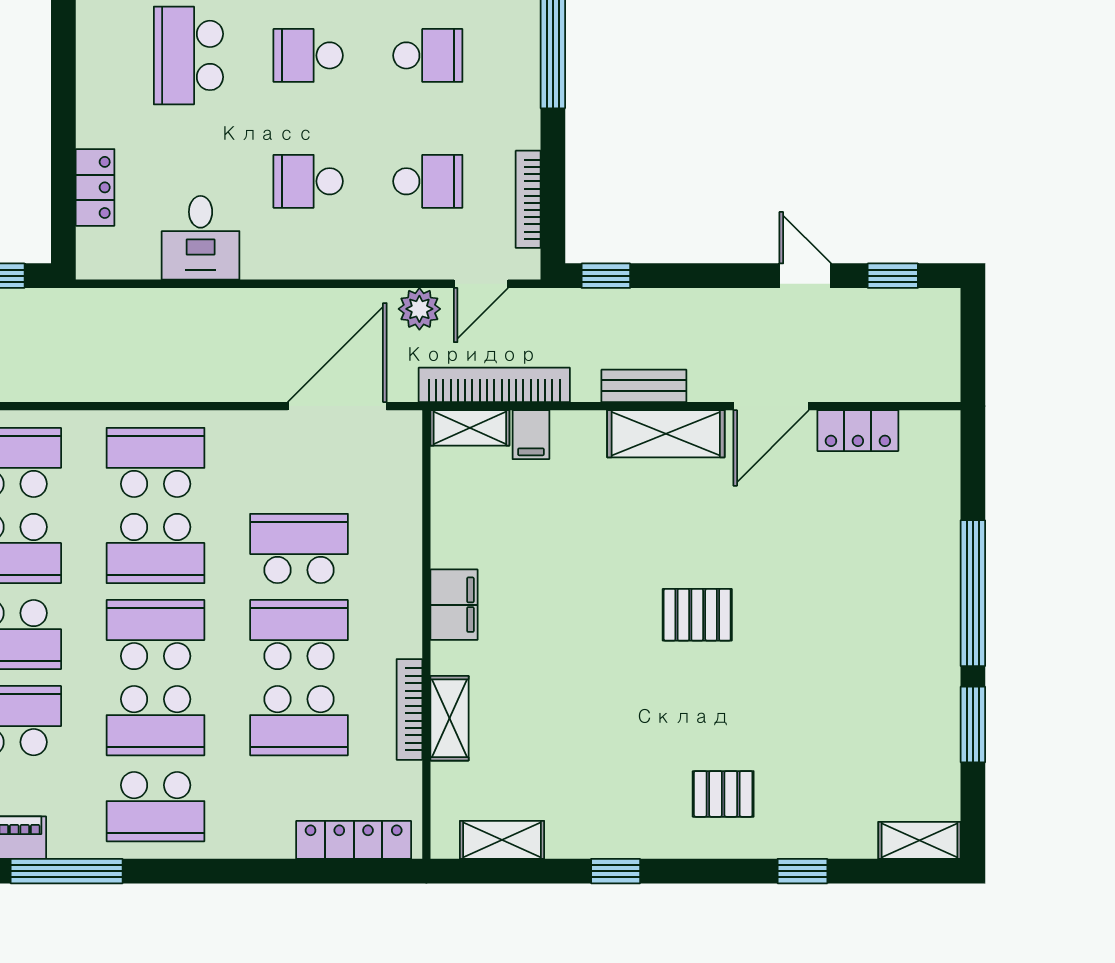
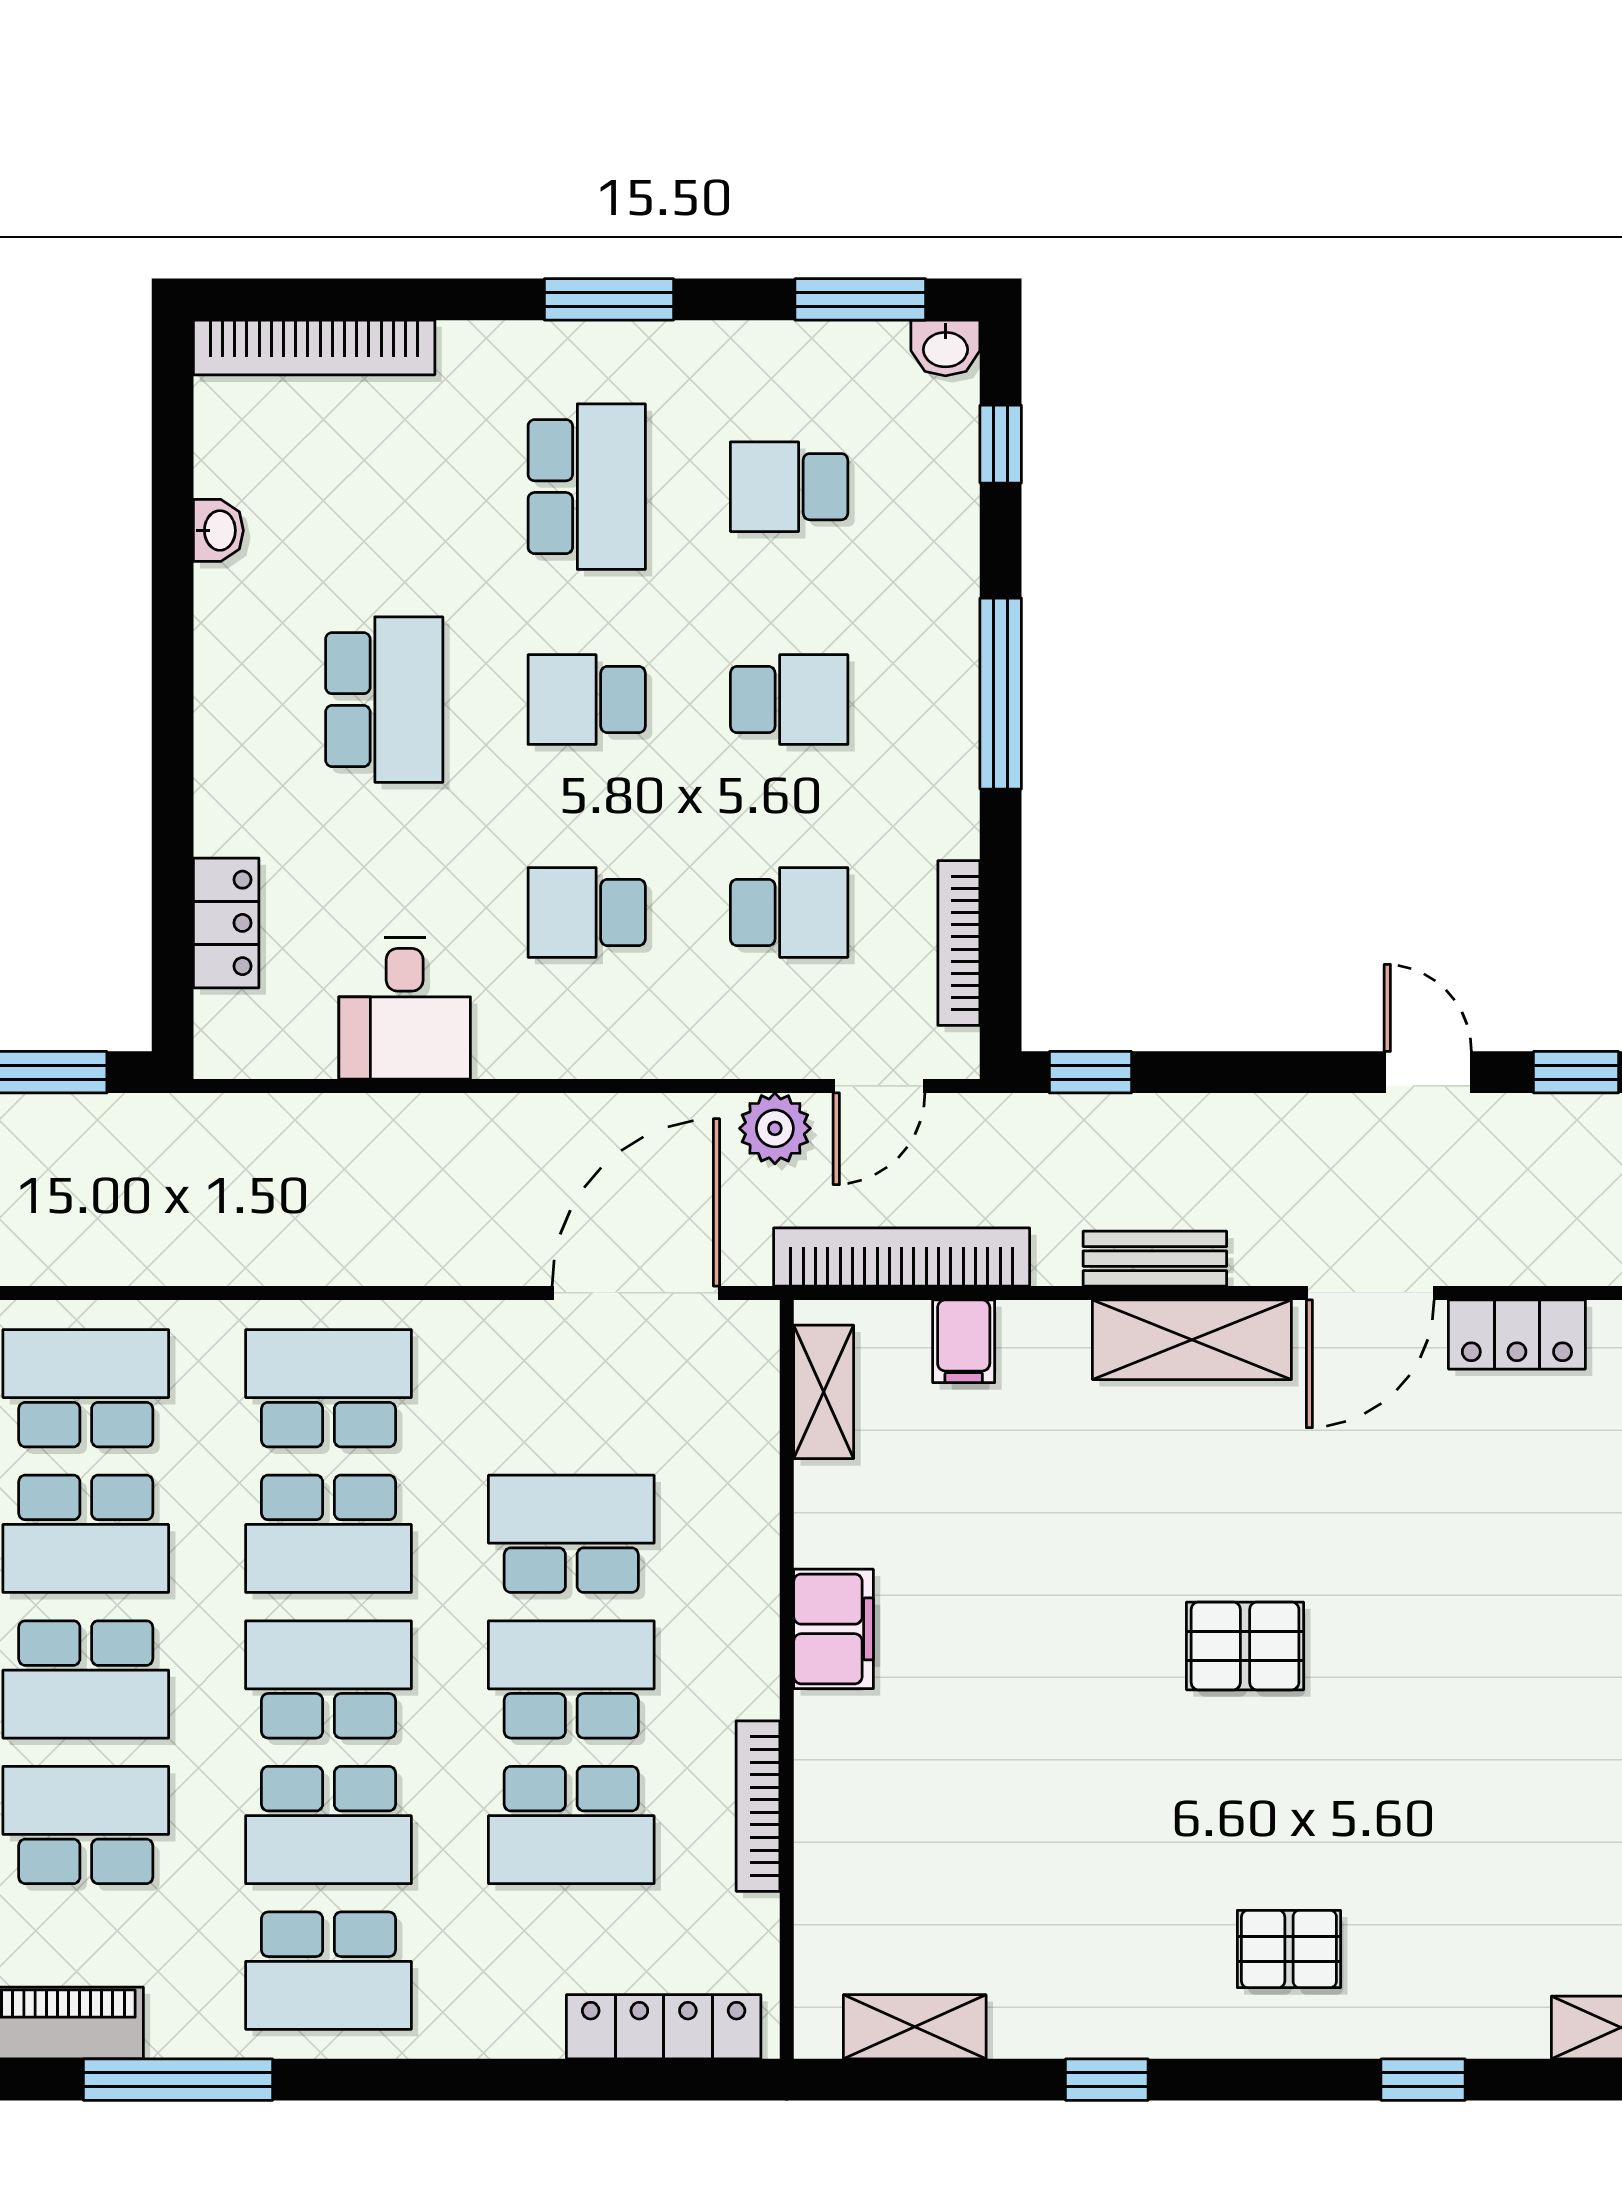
school desk: (188, 55) -> (384, 700), turned 180
shelving: (470, 428) -> (824, 1392), moved, turned 90
shelving: (450, 718) -> (826, 1821), removed

